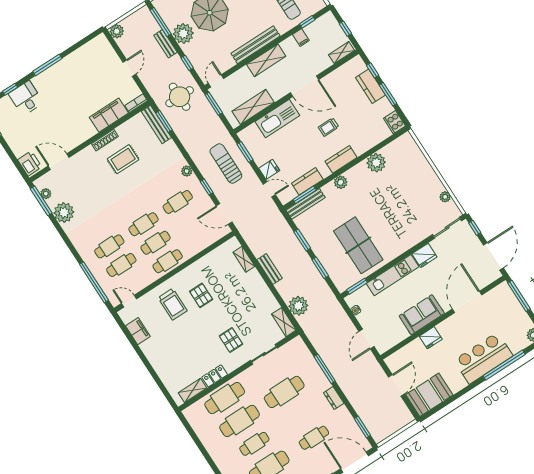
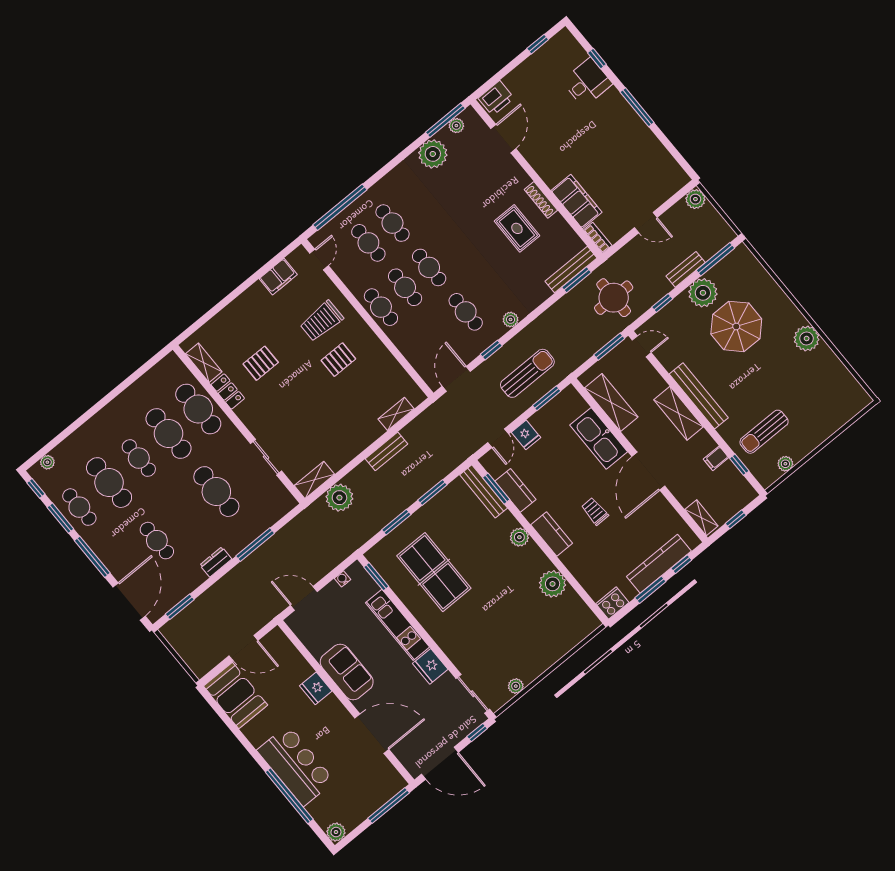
kitchen counter: (371, 86) -> (659, 564), width x1.50
table tennis table: (358, 245) -> (434, 572), turned 90
pallet: (231, 340) -> (261, 363), moved

